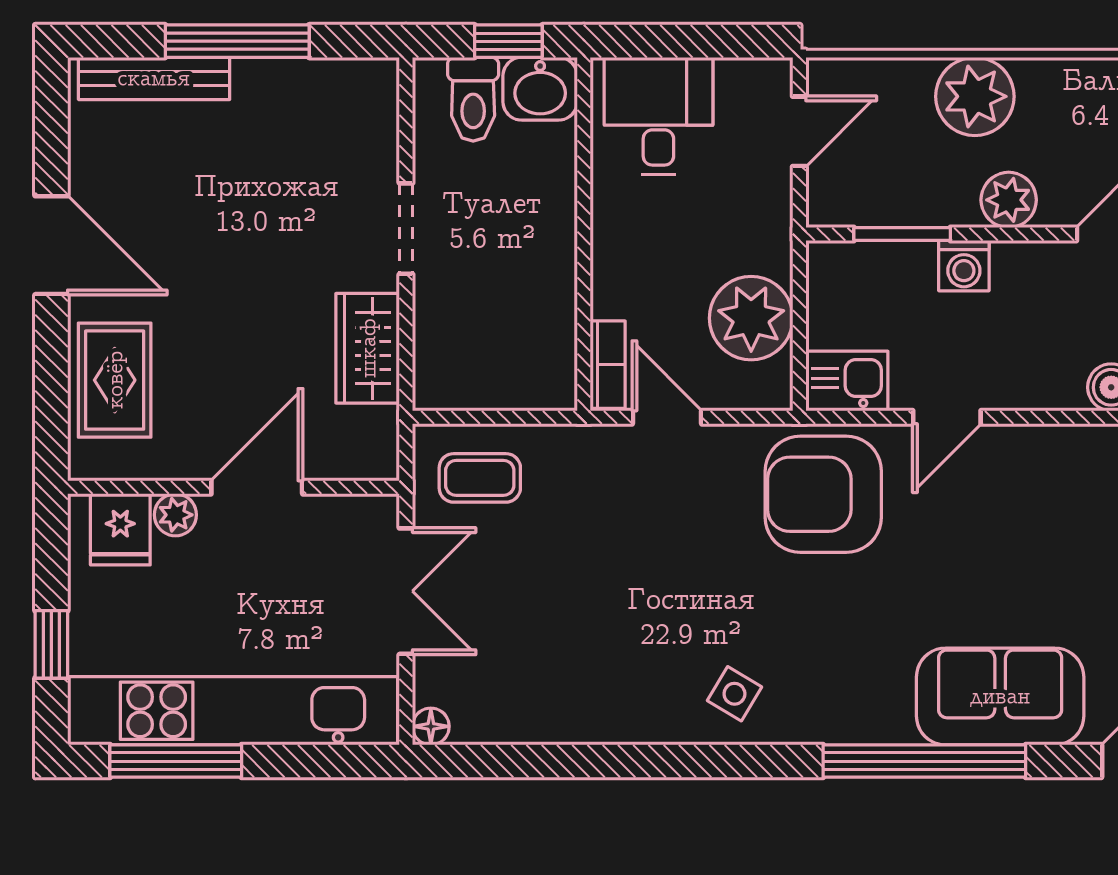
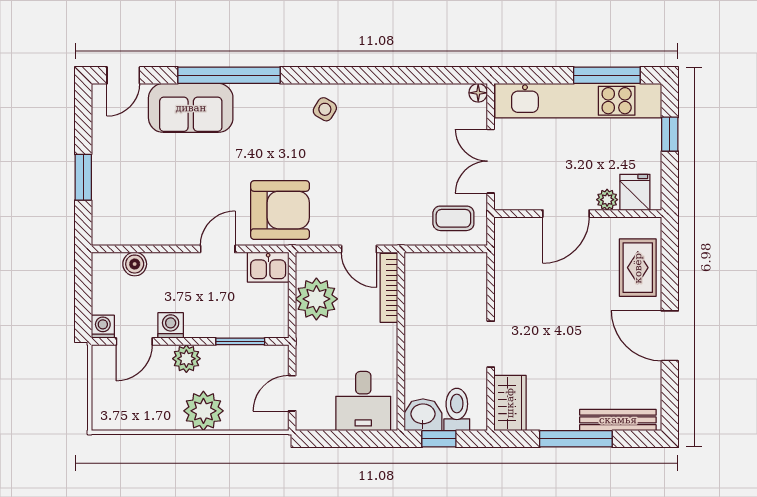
washing machine: (964, 266) -> (171, 325), moved
wardrobe: (368, 348) -> (510, 403), moved
bookcase: (608, 365) -> (389, 288), width x1.56

